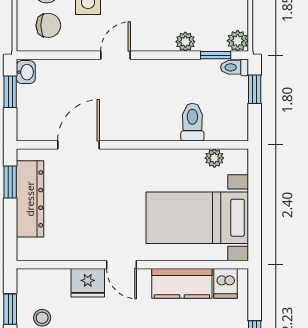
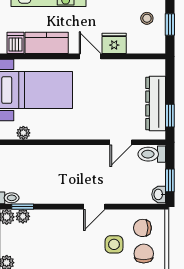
plant: (185, 42) -> (23, 216), moved
toilet: (192, 122) -> (152, 154), moved, turned 90
door: (79, 145) -> (121, 142), width x0.73

